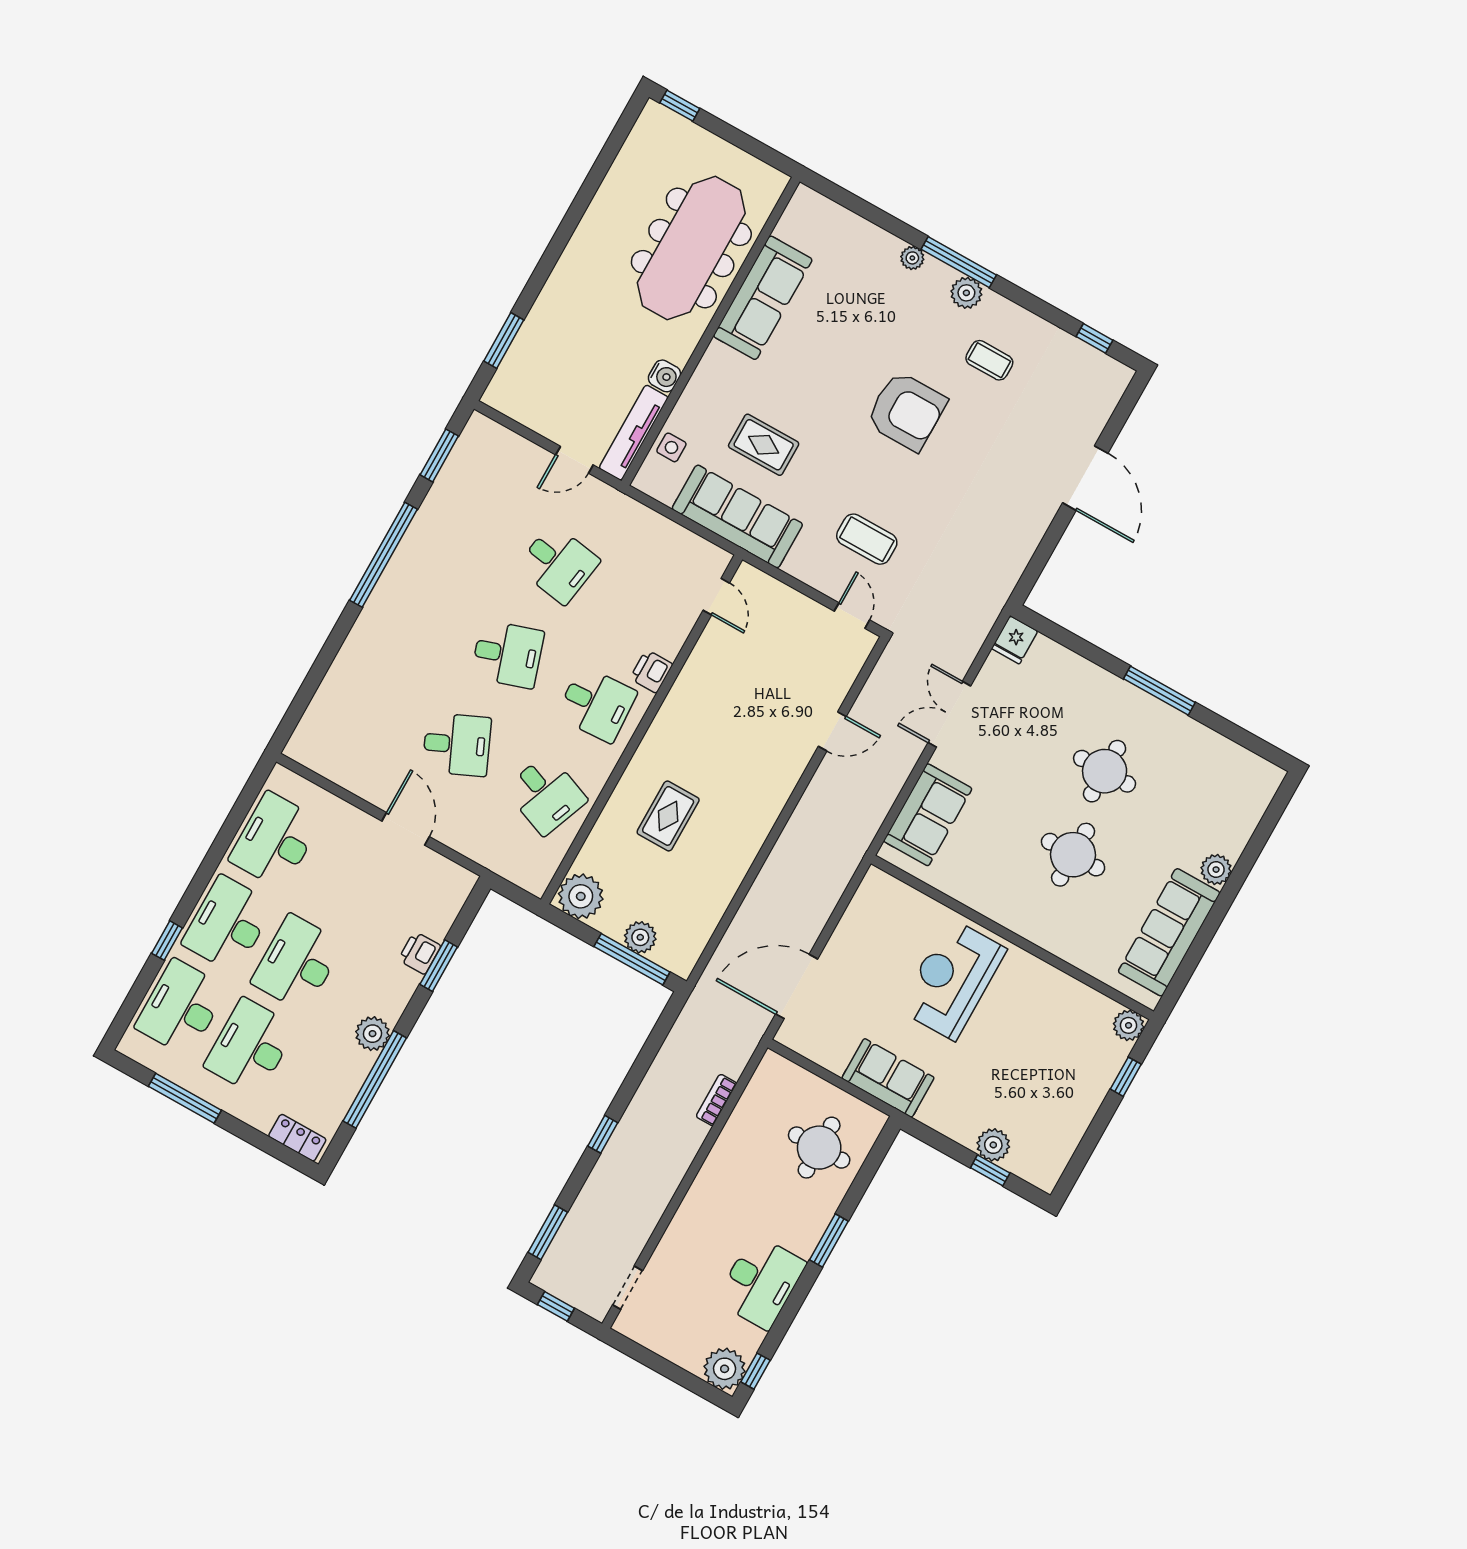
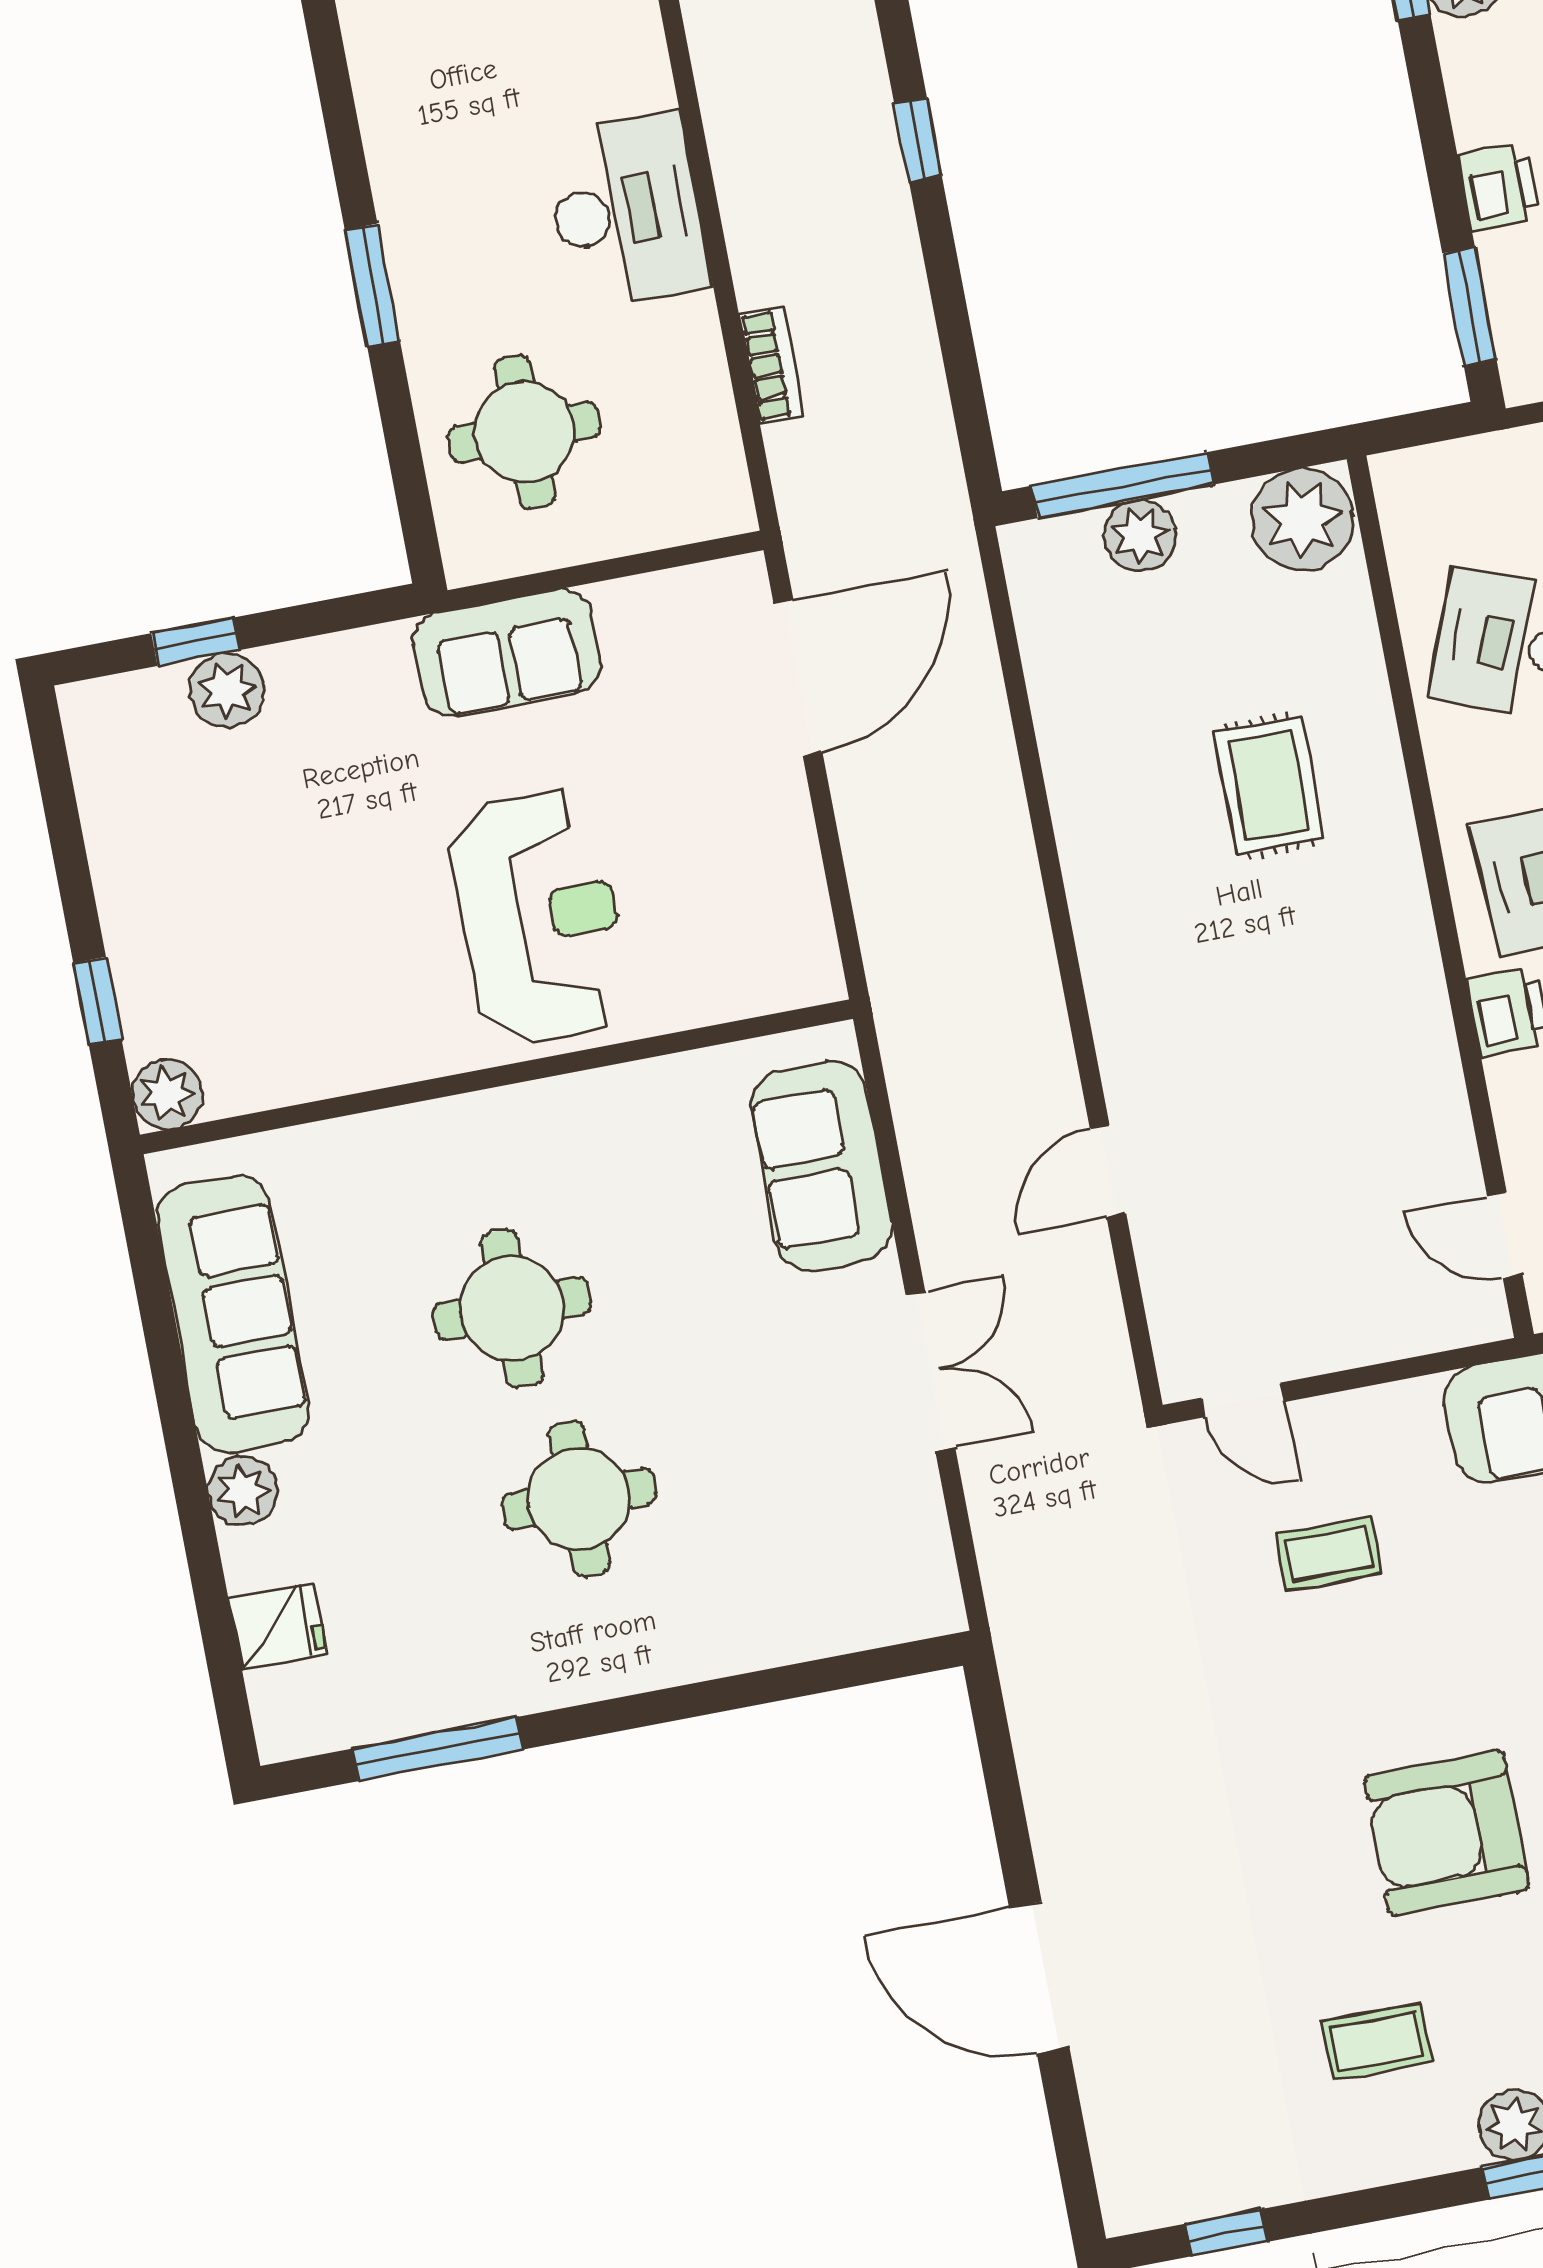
coffee table: (867, 539) -> (1328, 1554), width x0.73, depth x0.77
fridge: (1015, 640) -> (278, 1626), moved, turned 90
window: (1159, 691) -> (437, 1749), moved
window: (439, 966) -> (1469, 307), moved
desk: (761, 1282) -> (626, 211), moved, turned 180

